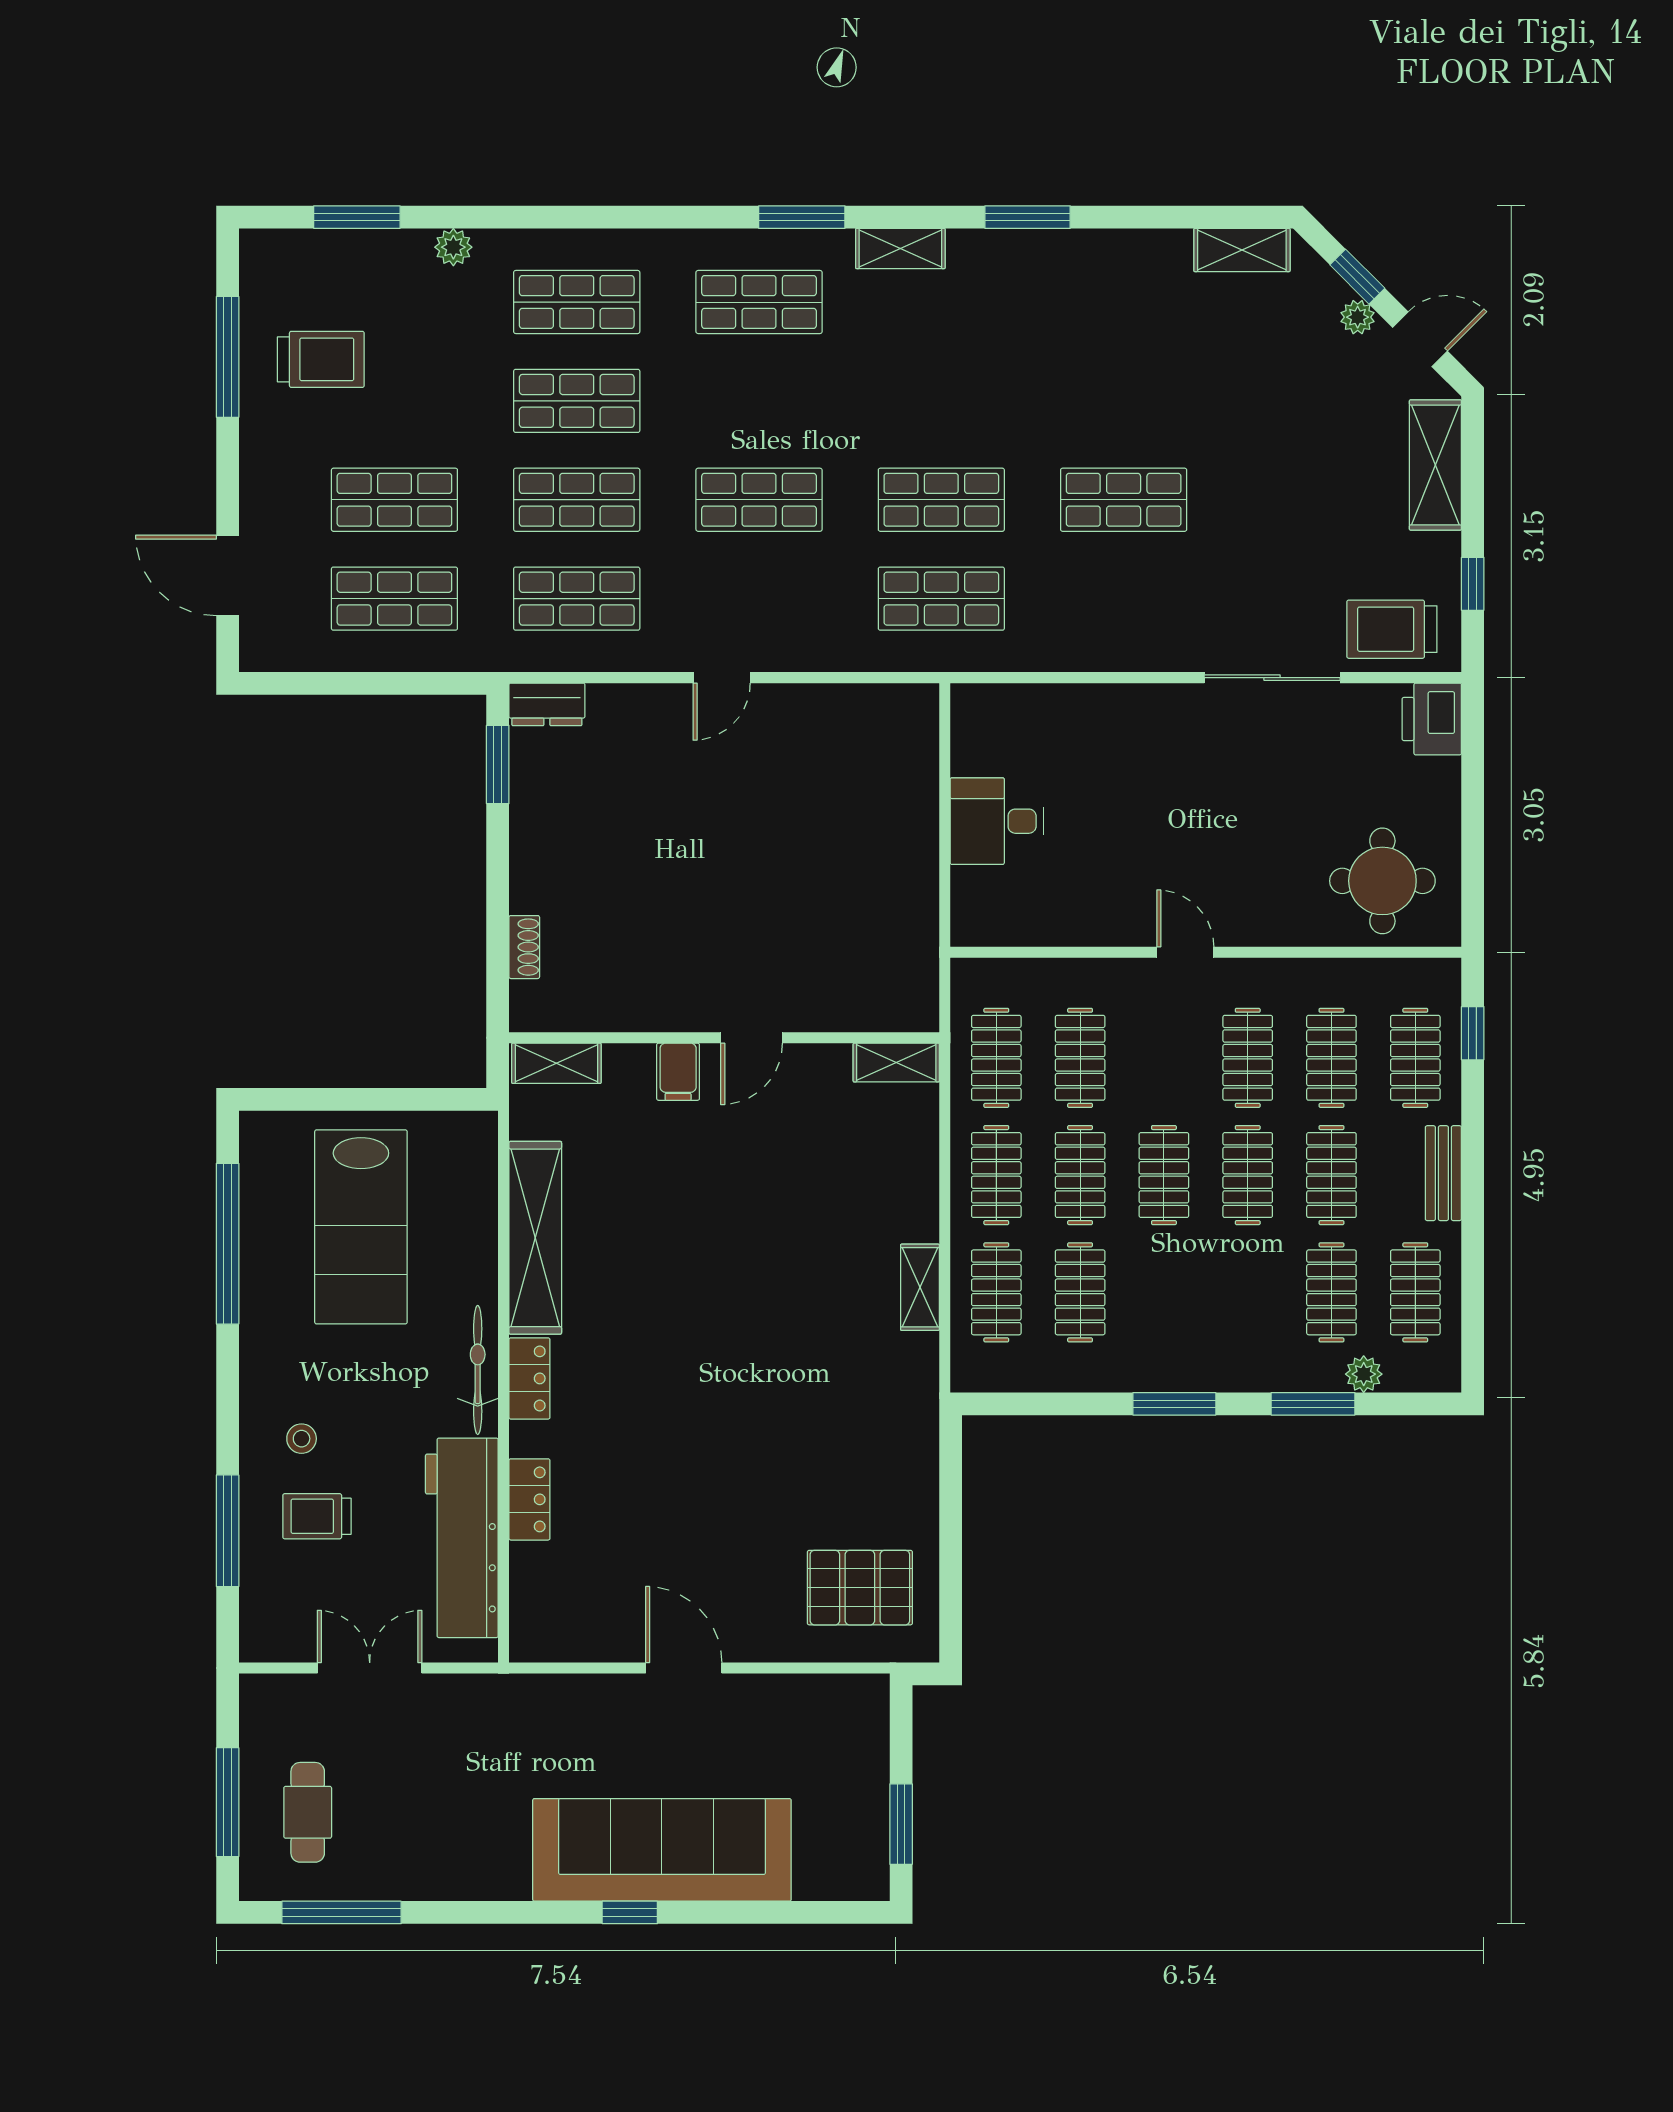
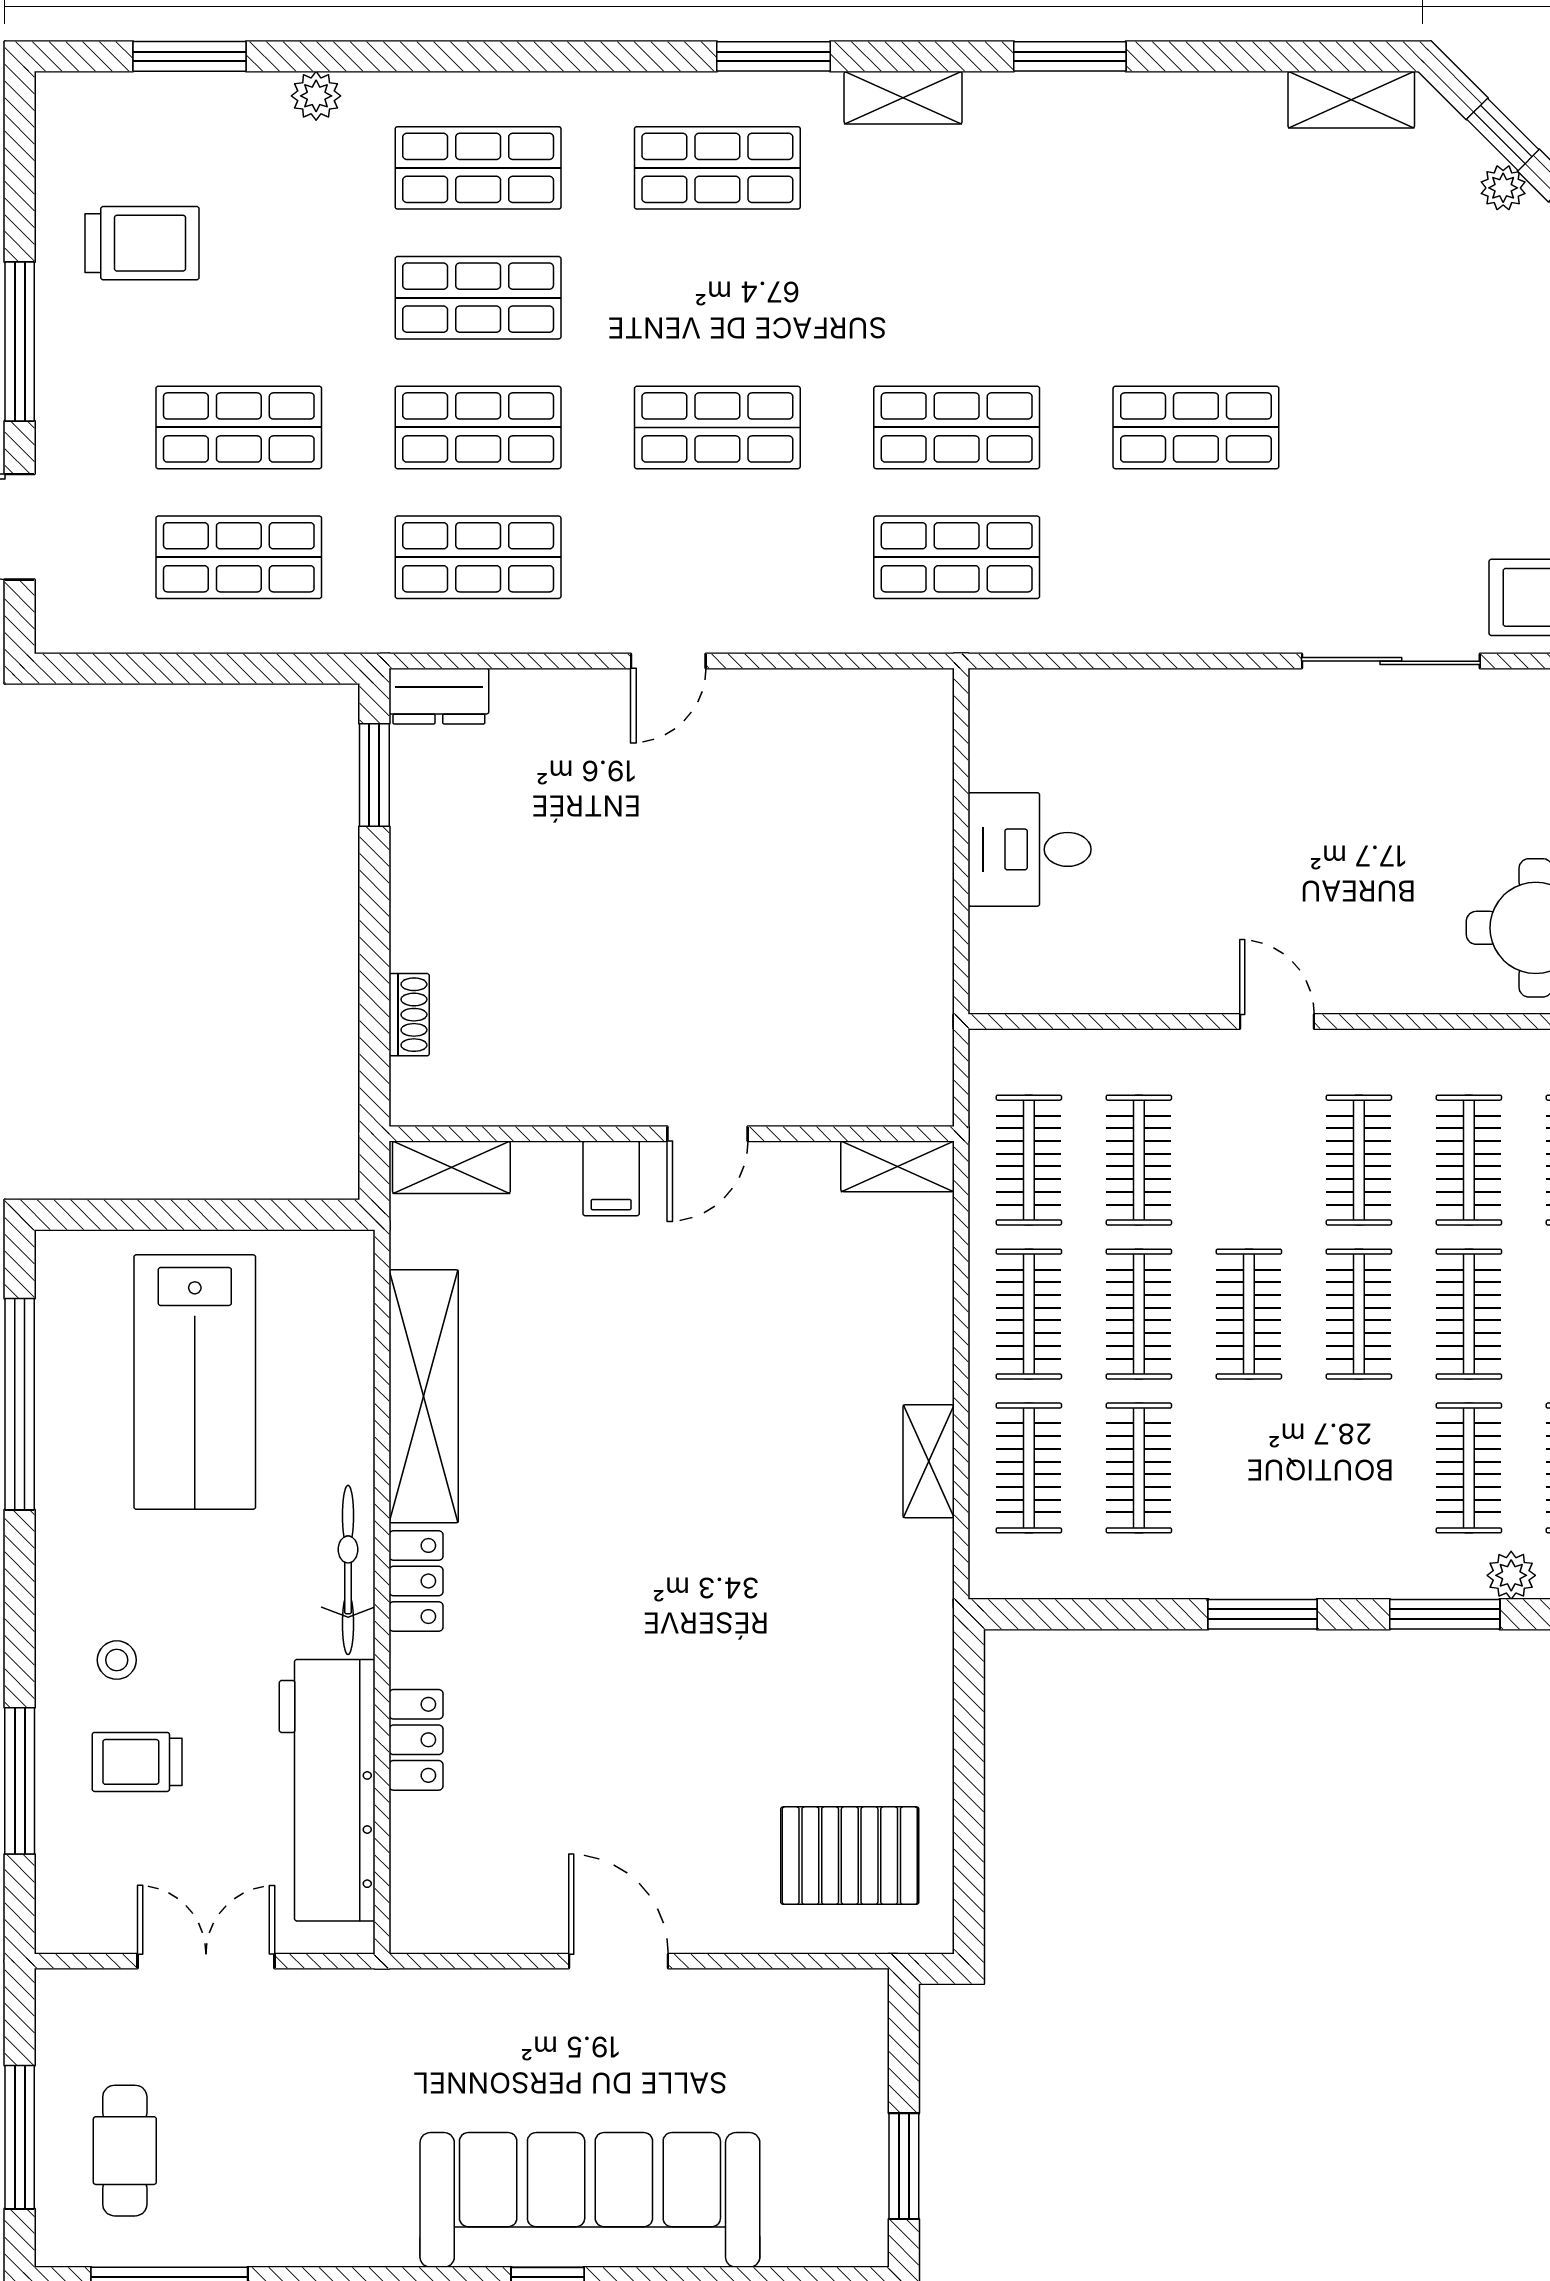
window: (228, 357) -> (20, 342), moved

